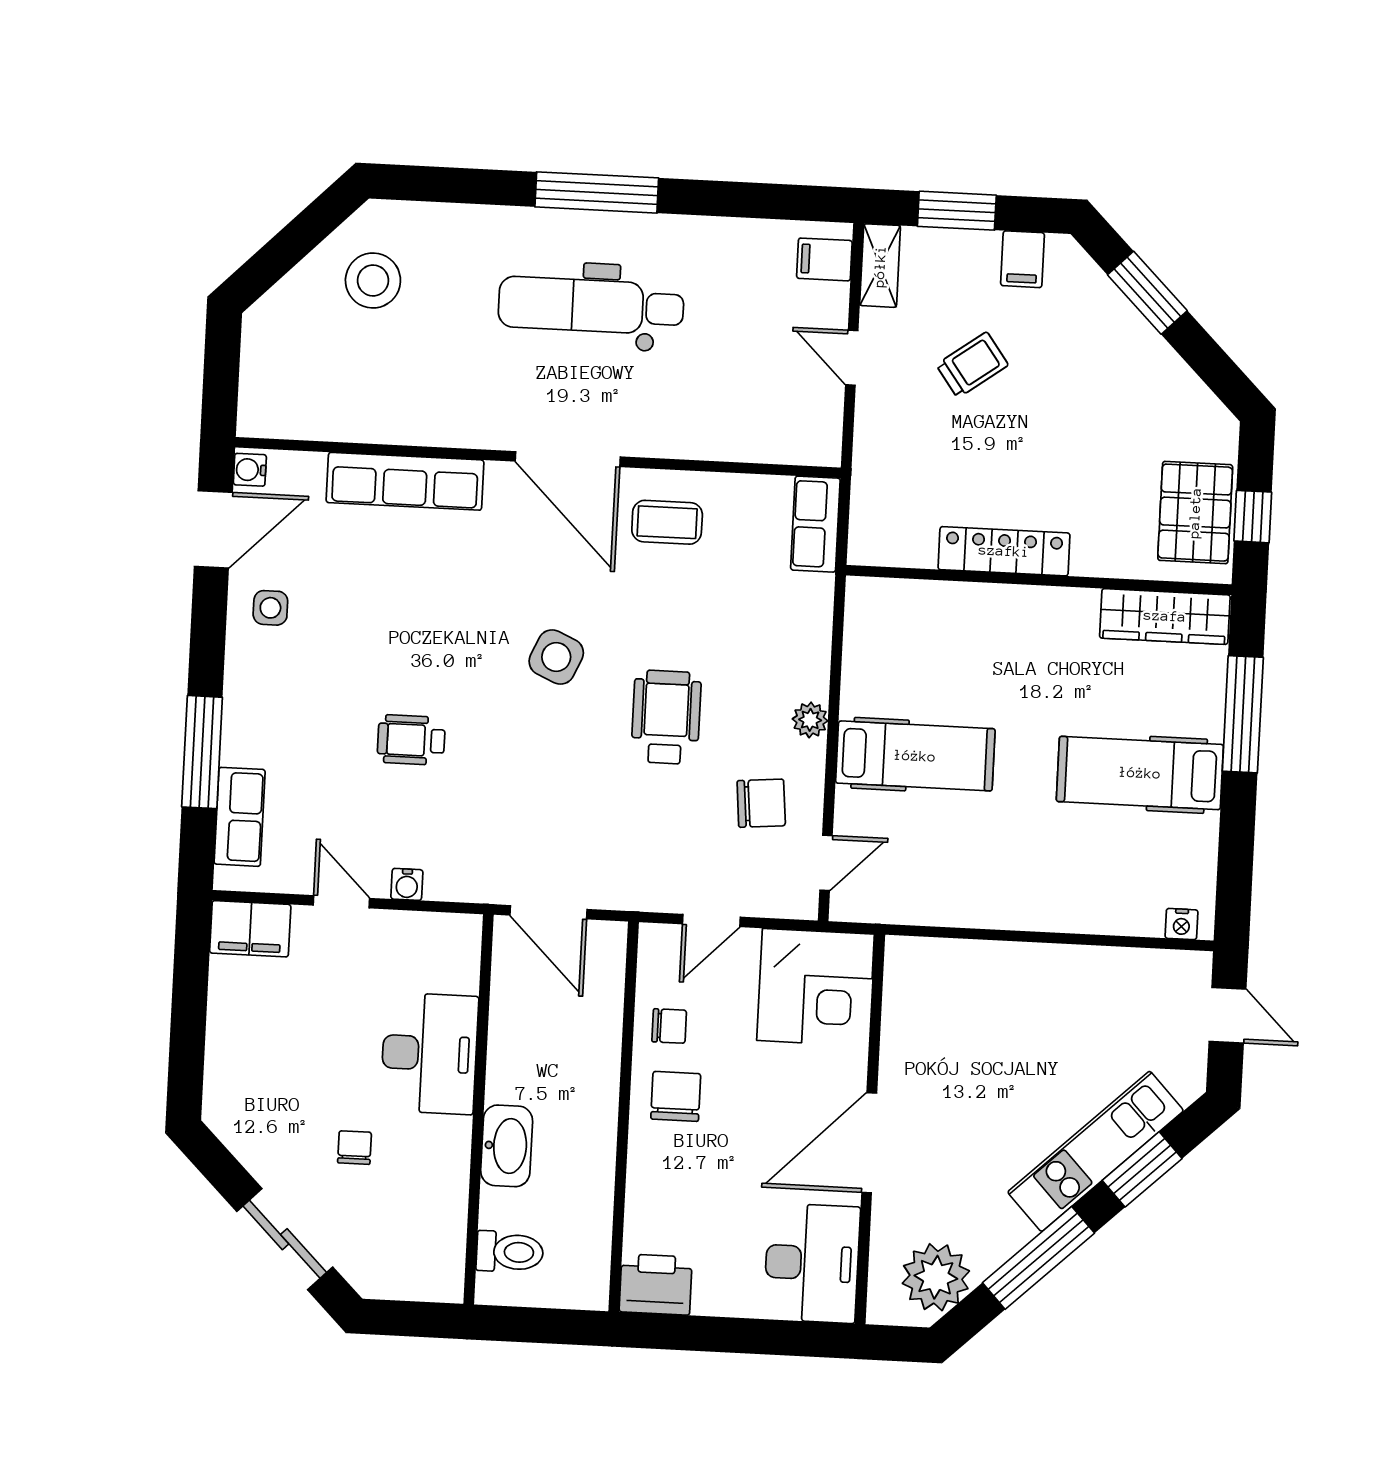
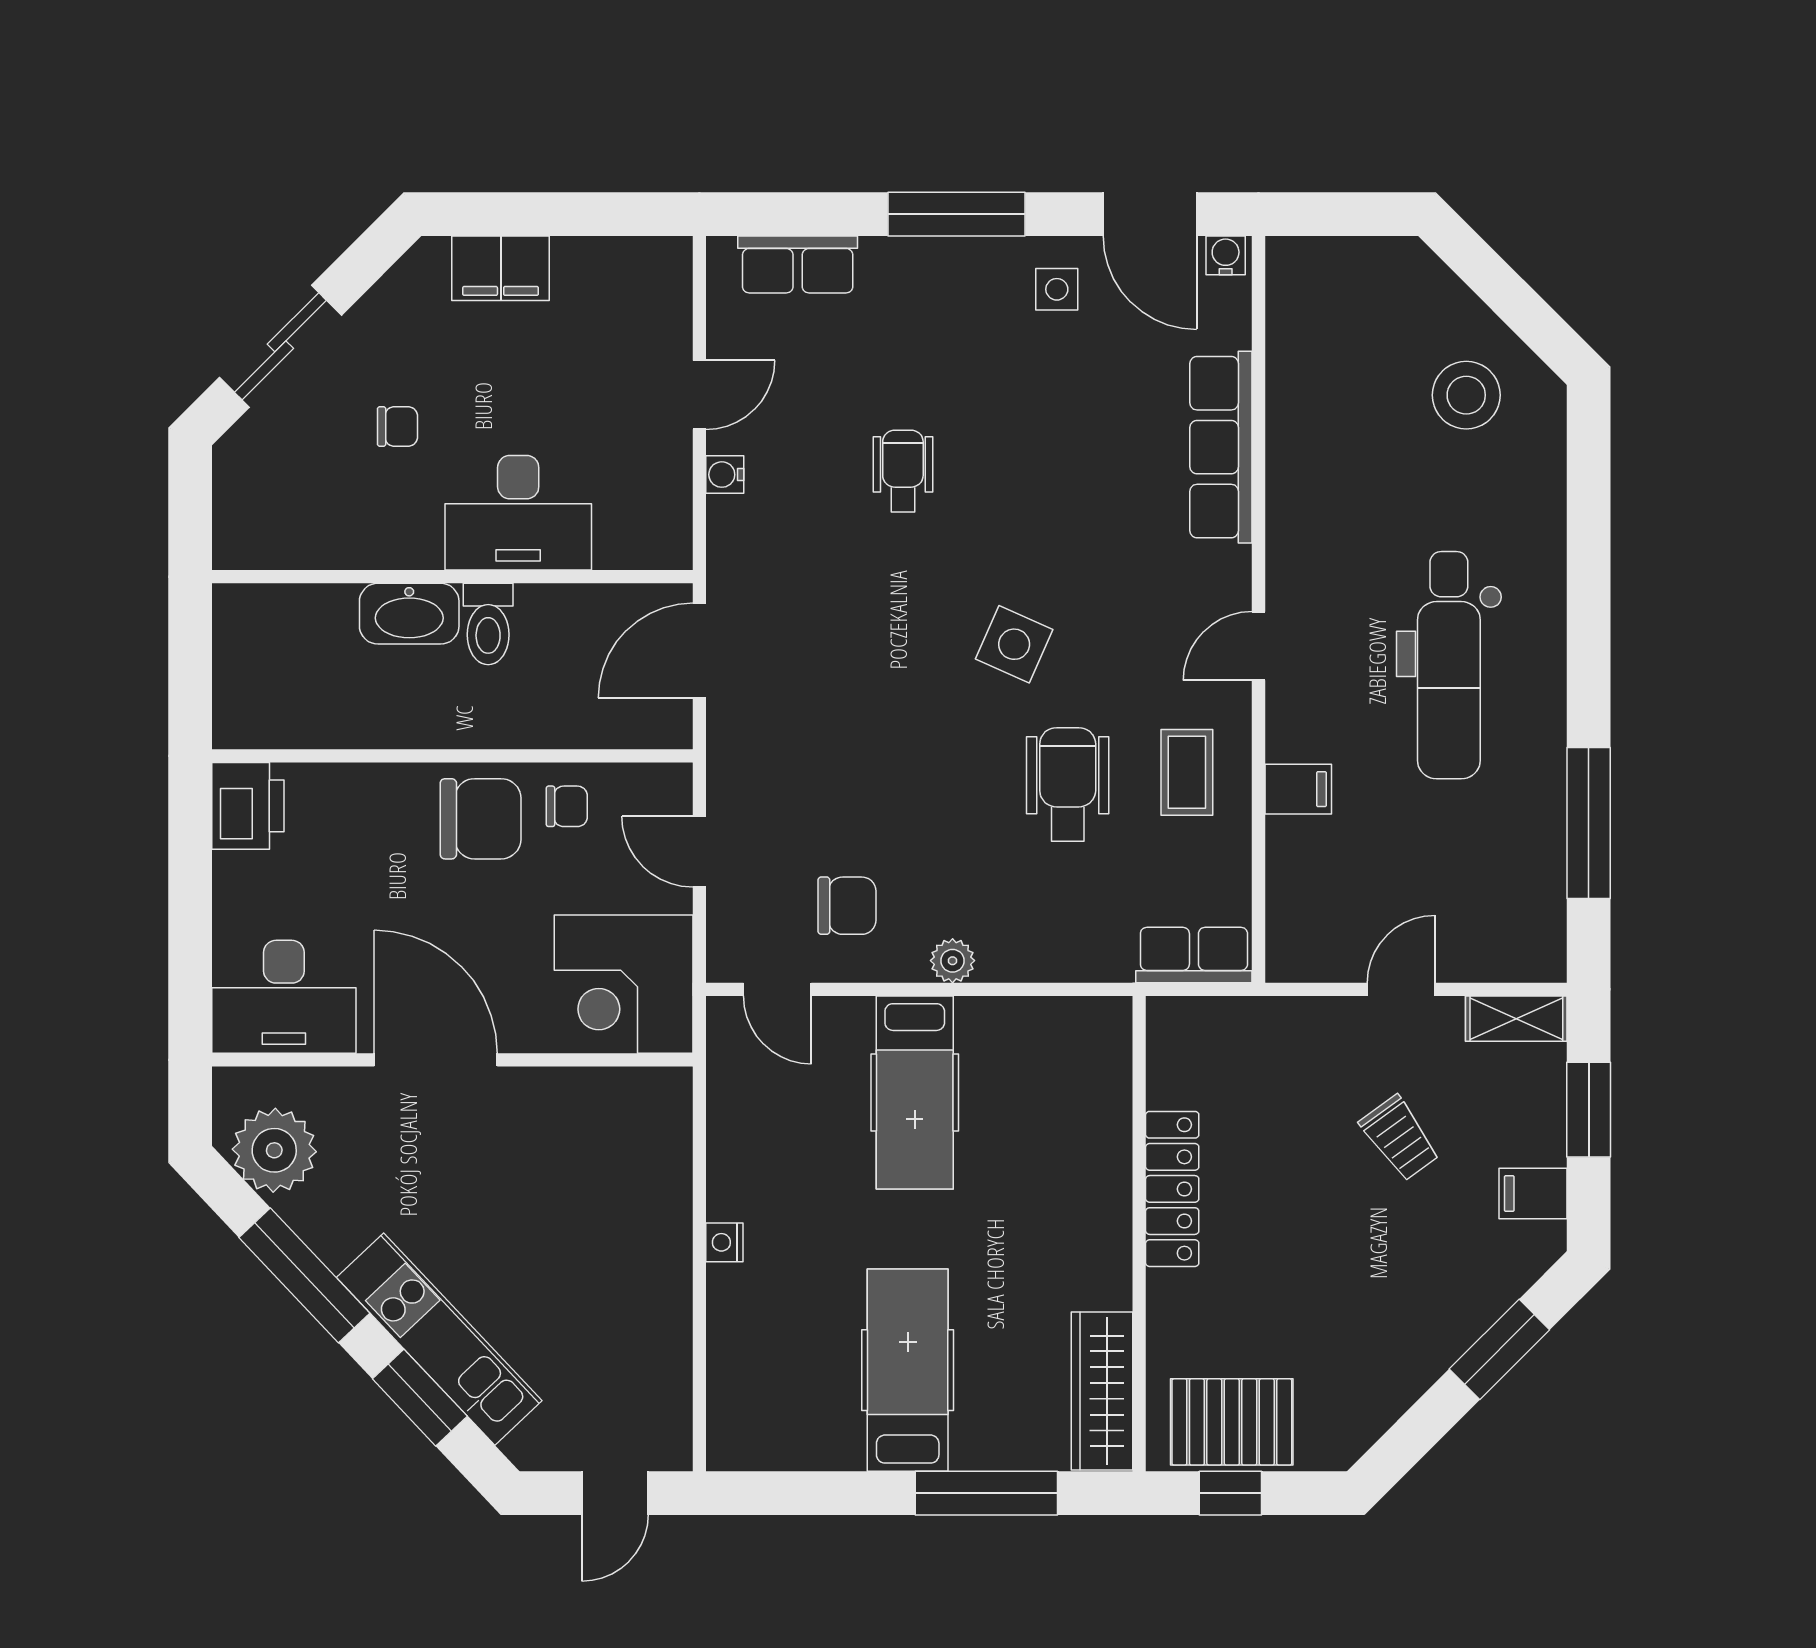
window: (597, 192) -> (1589, 823), moved
filing cabinet: (824, 259) -> (1298, 789), moved, turned 90
dental chair: (591, 306) -> (1449, 665), turned 180
door: (568, 459) -> (1259, 646), width x0.53
wheelchair: (666, 717) -> (1068, 784), moved, turned -90
window: (202, 752) -> (957, 214), moved
chair: (761, 803) -> (847, 906), turned -85
nightstand: (1181, 924) -> (724, 1242), moved
filing cabinet: (250, 929) -> (501, 268), moved, turned -90
chair: (669, 1026) -> (567, 806), turned -90
chair: (676, 1096) -> (481, 819), width x1.37, depth x1.37
toilet: (510, 1252) -> (488, 624), moved

